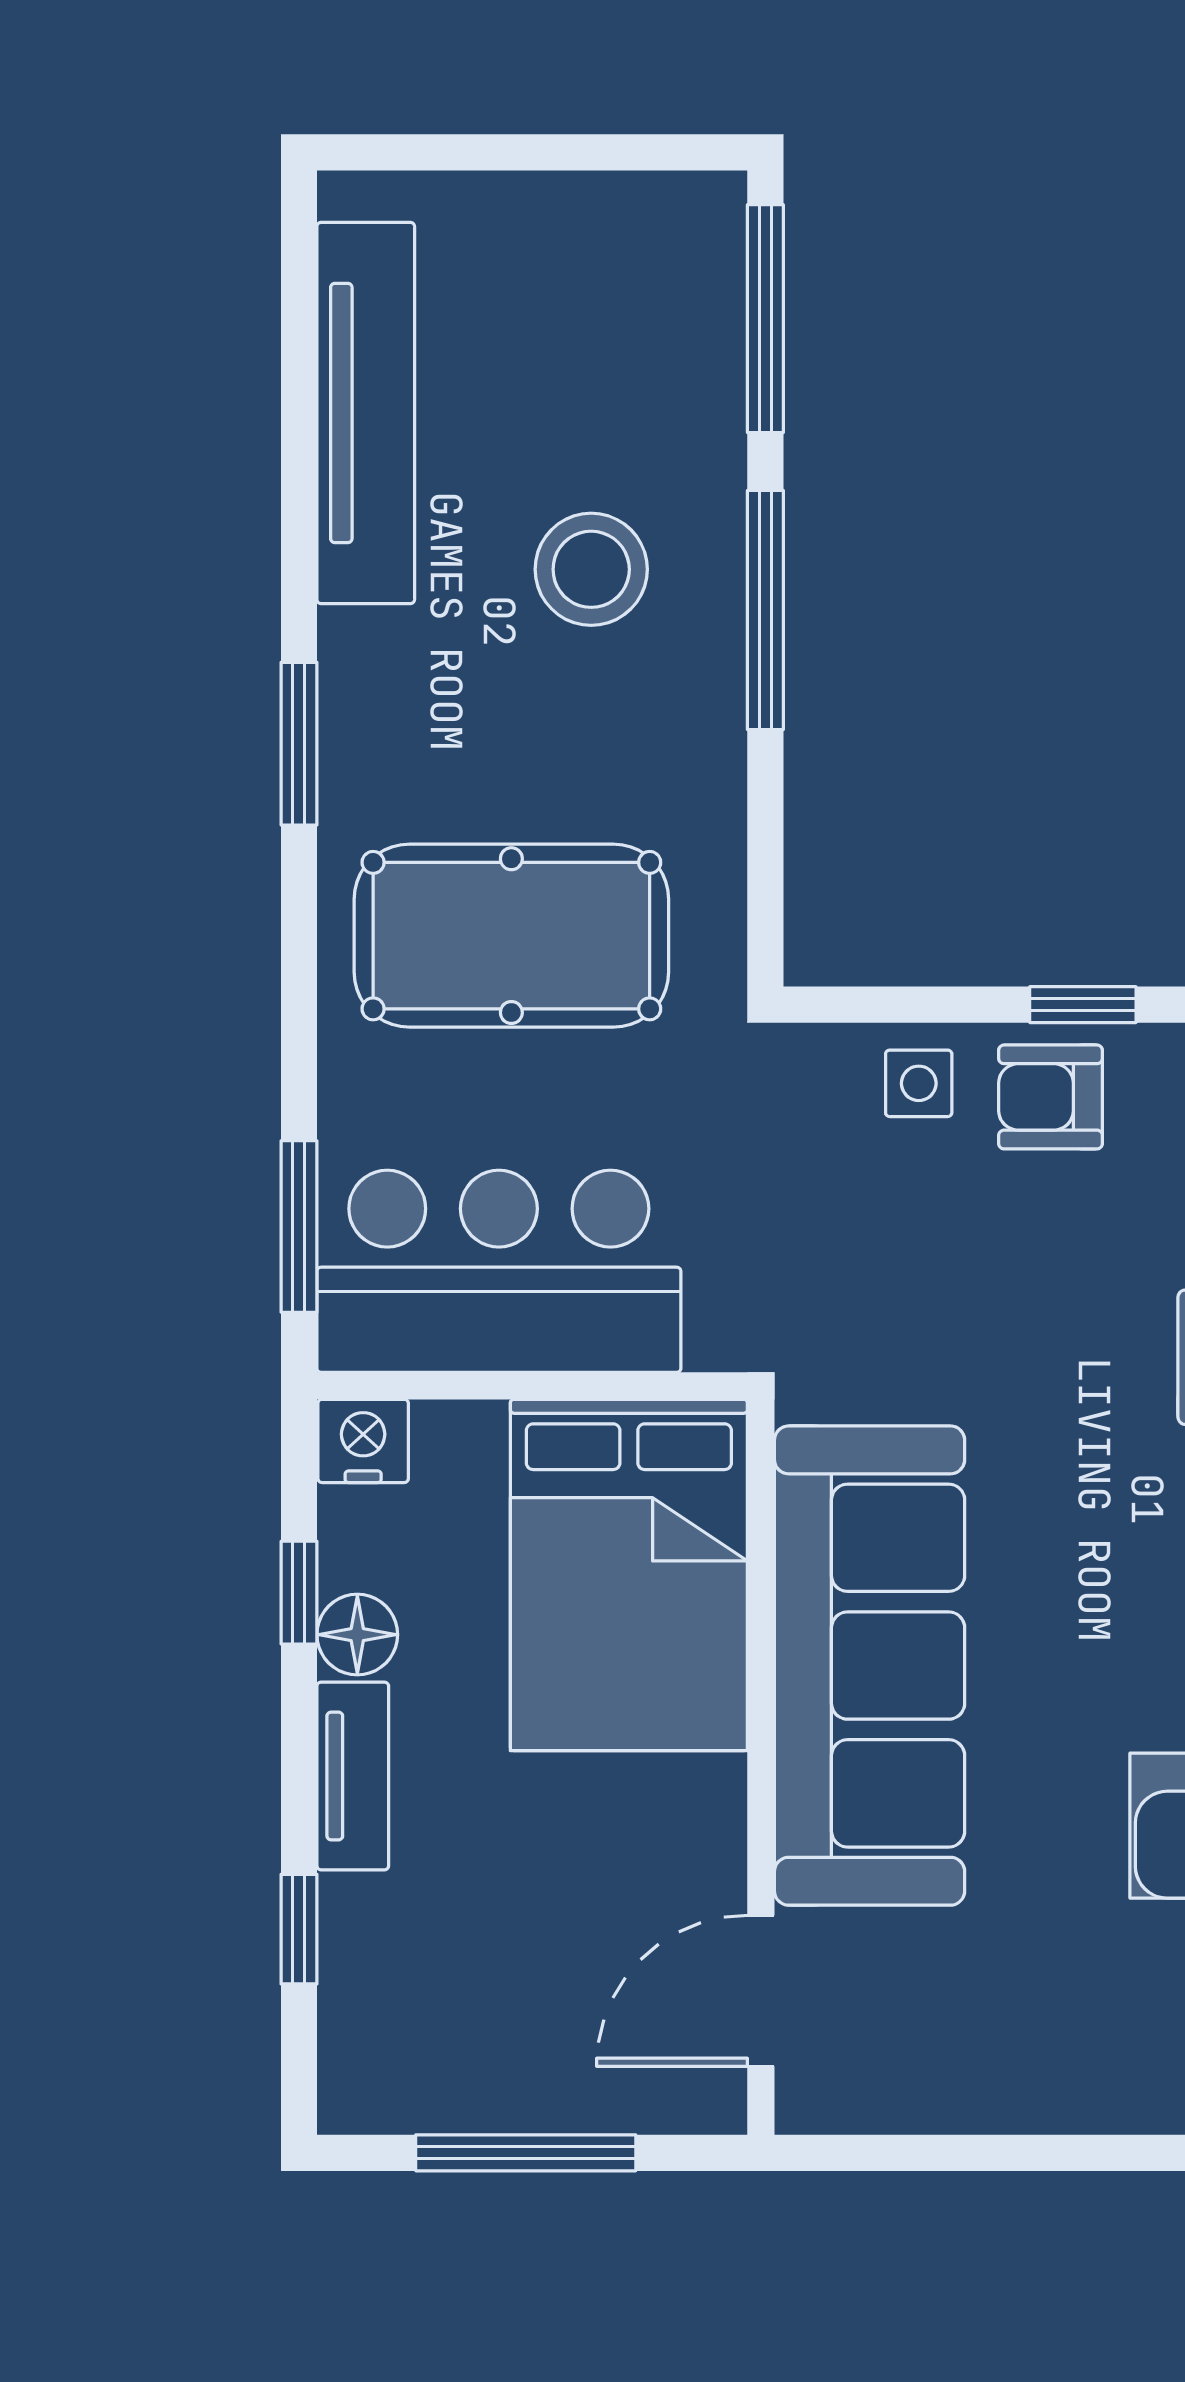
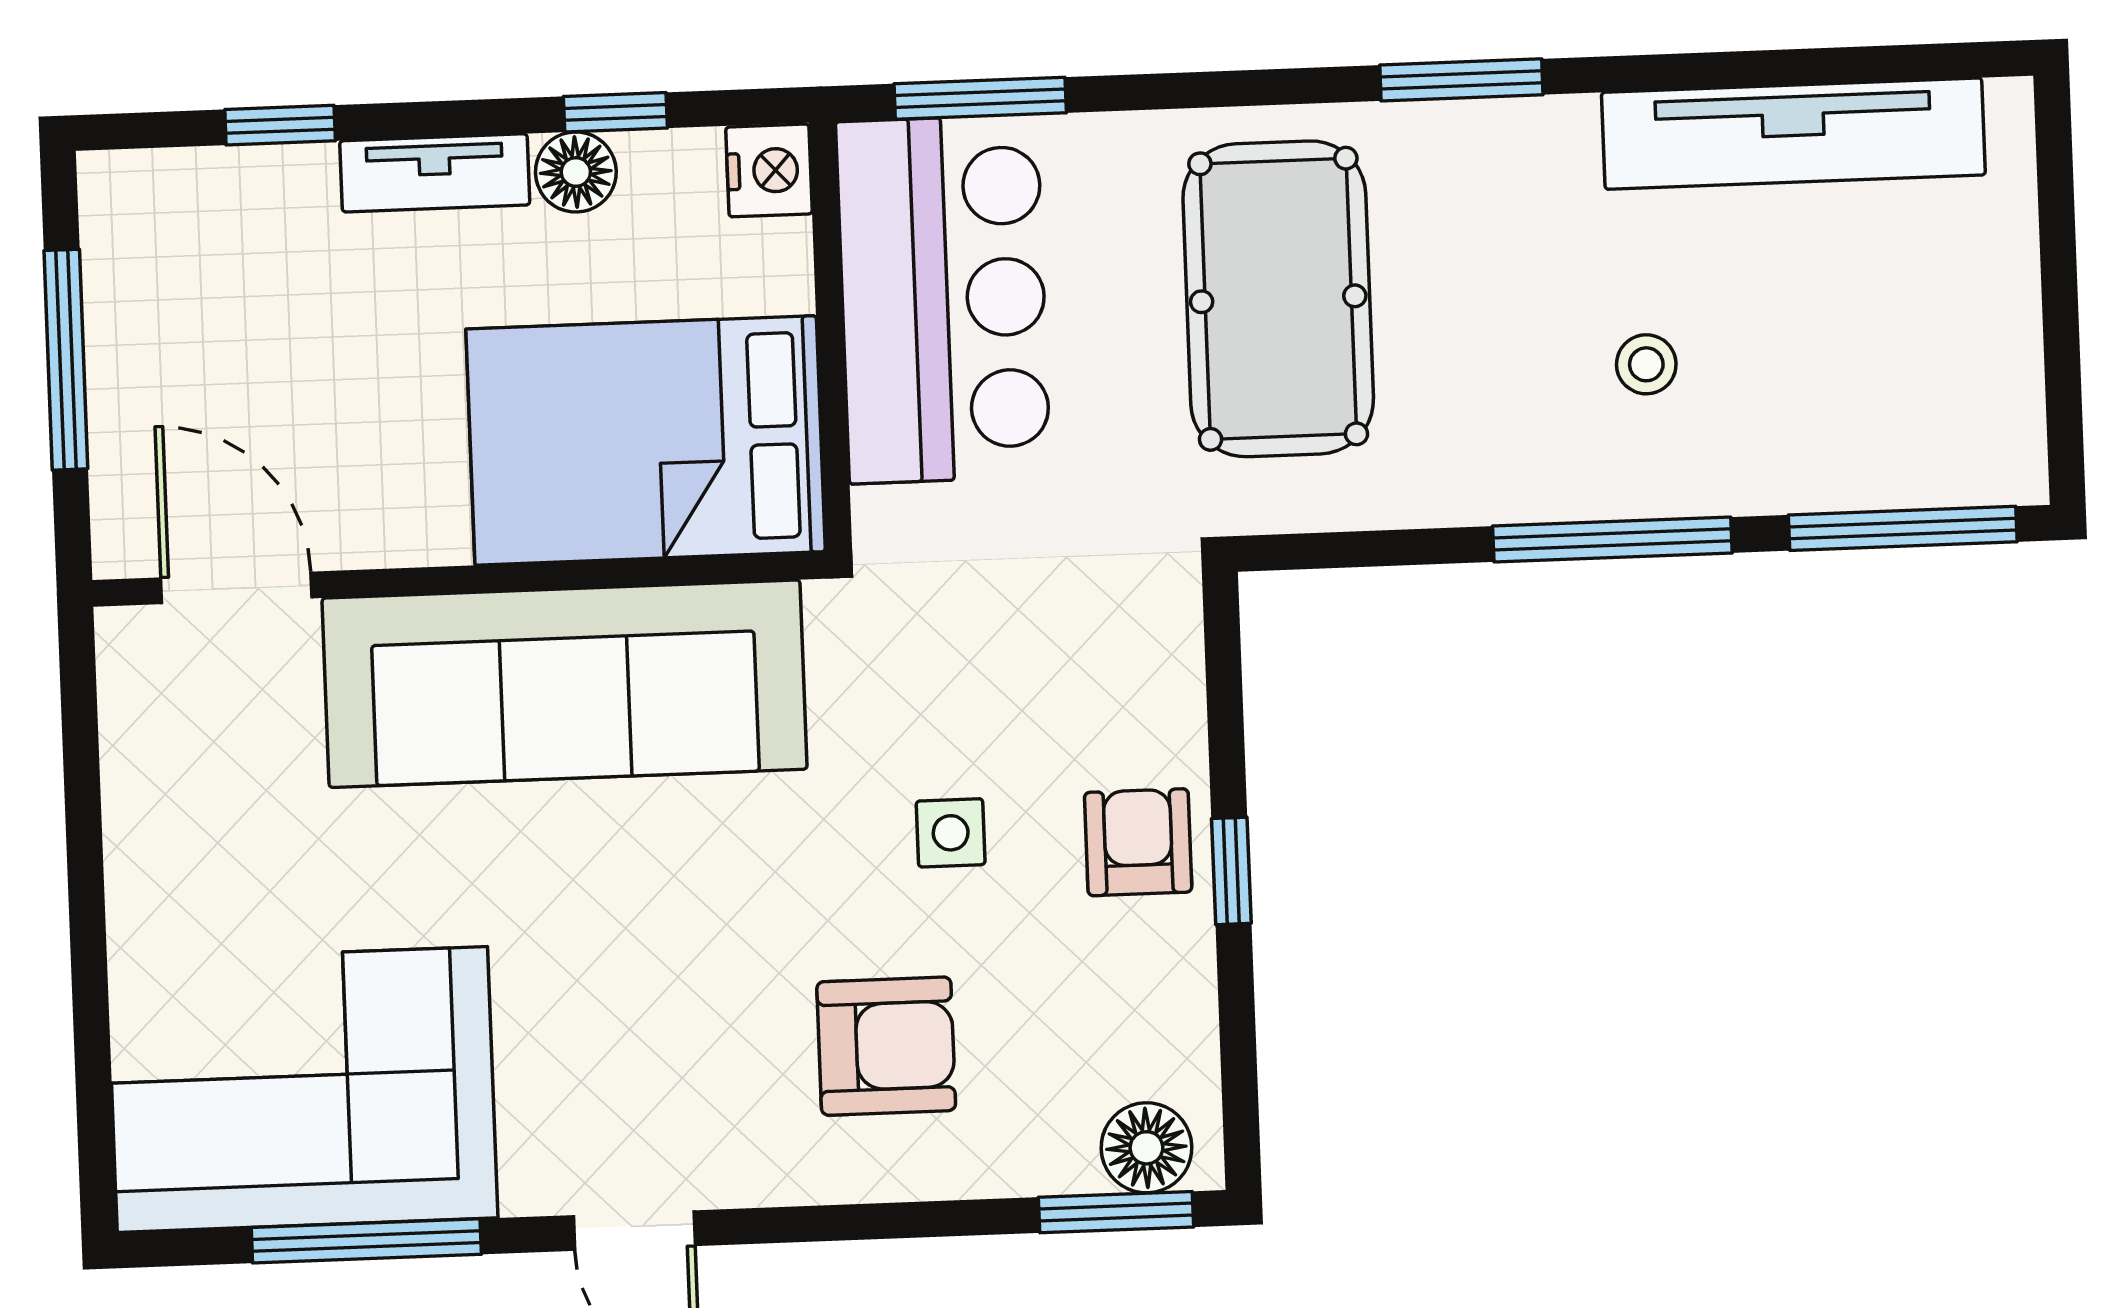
stool: (591, 569) -> (1646, 364), width x0.53, depth x0.53
side table: (919, 1083) -> (951, 833), moved

